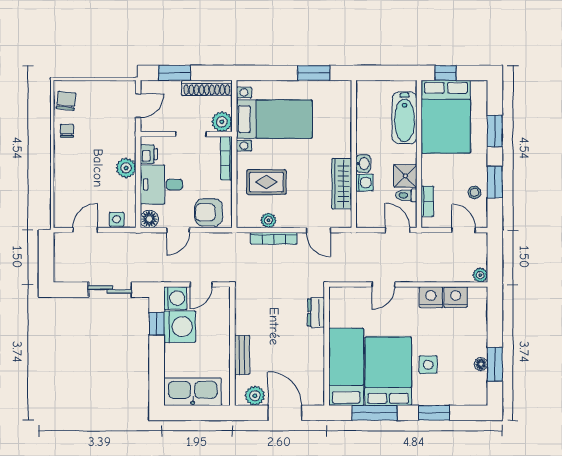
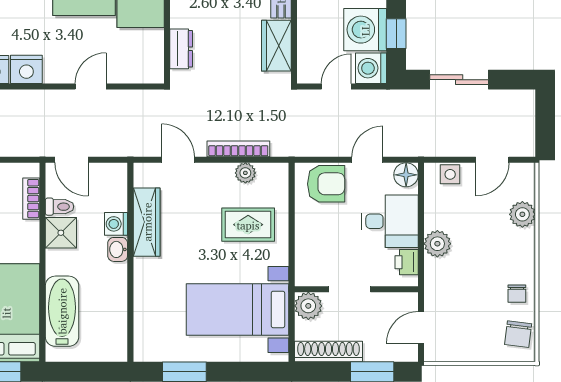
bookcase: (226, 158) -> (302, 257), removed
plant: (63, 190) -> (522, 214), added
wardrobe: (246, 315) -> (276, 46), added

